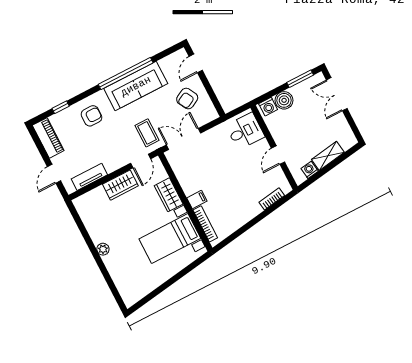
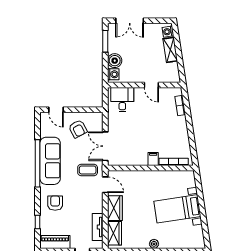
washing machine: (310, 170) -> (168, 32), moved
wardrobe: (169, 195) -> (115, 233), moved, turned -90
bed with nightstands: (170, 239) -> (177, 209), moved, turned 81

